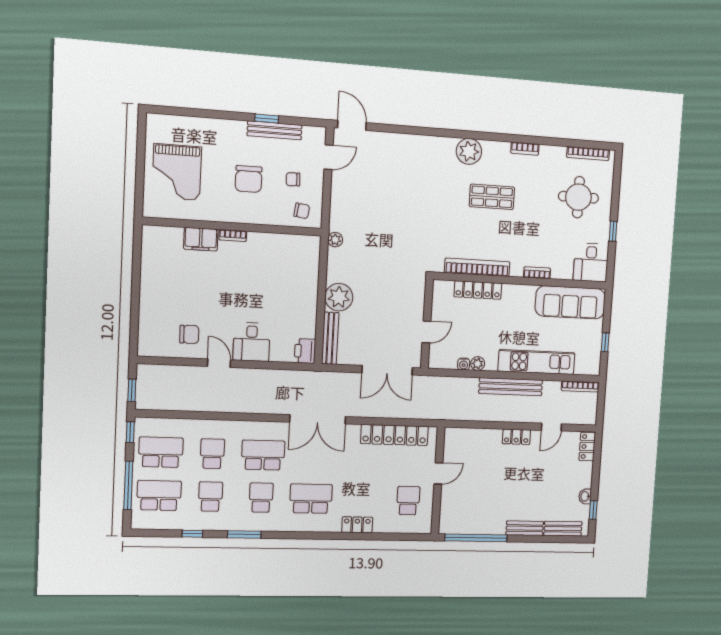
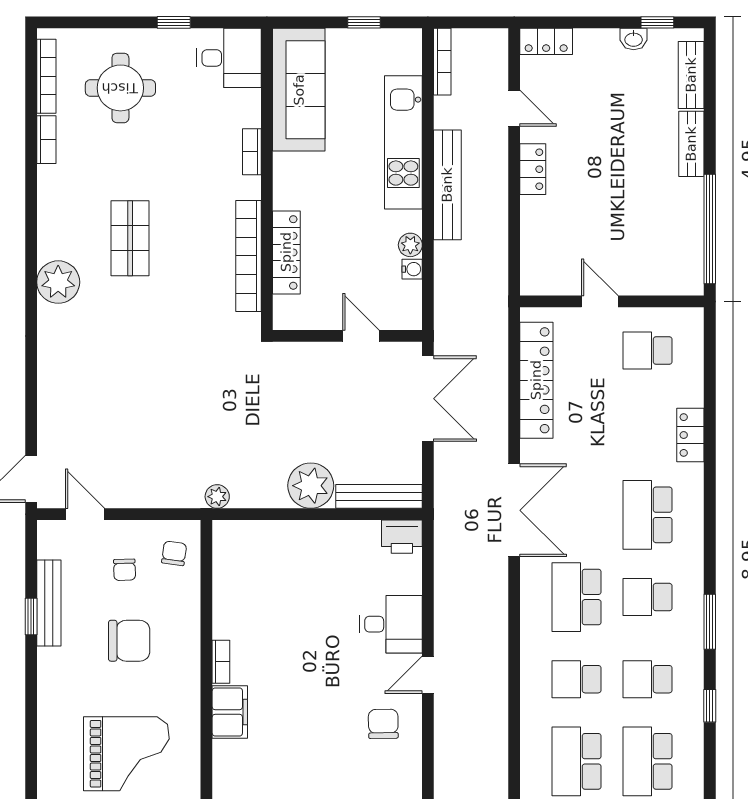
bookcase: (525, 149) -> (46, 140), moved

